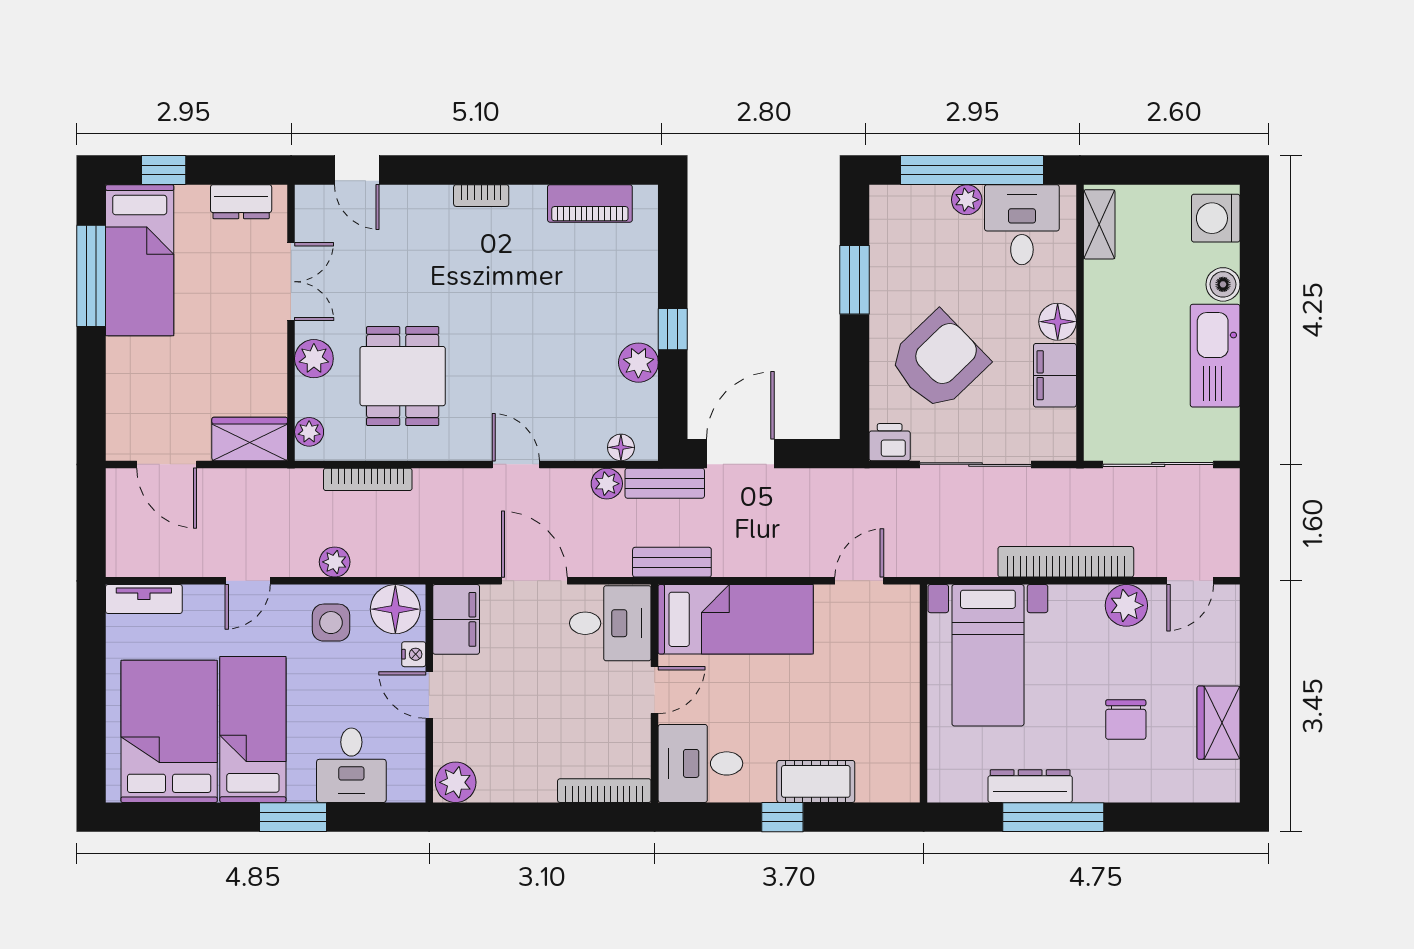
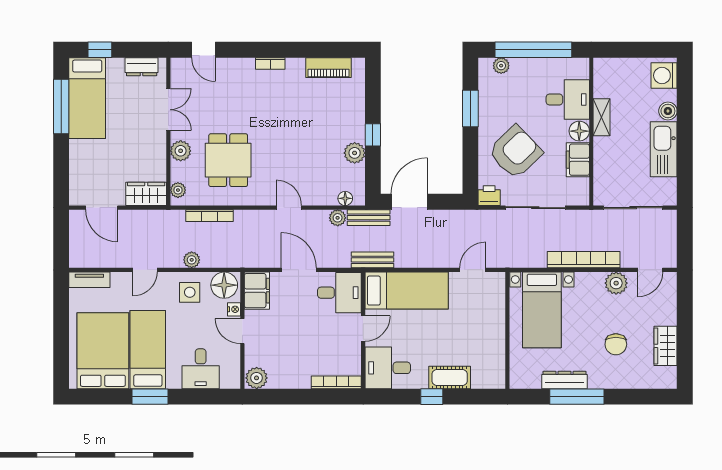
plant: (967, 200) -> (501, 66), moved
shelving: (1099, 224) -> (602, 117), moved
desk: (1022, 225) -> (568, 100), moved, turned 90
window: (293, 817) -> (150, 397), moved

